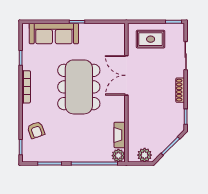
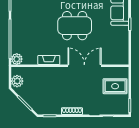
rug: (151, 39) -> (115, 86), turned 90
dining table: (79, 87) -> (75, 26), width x0.73, depth x0.80
fireplace: (120, 135) -> (49, 60), moved

